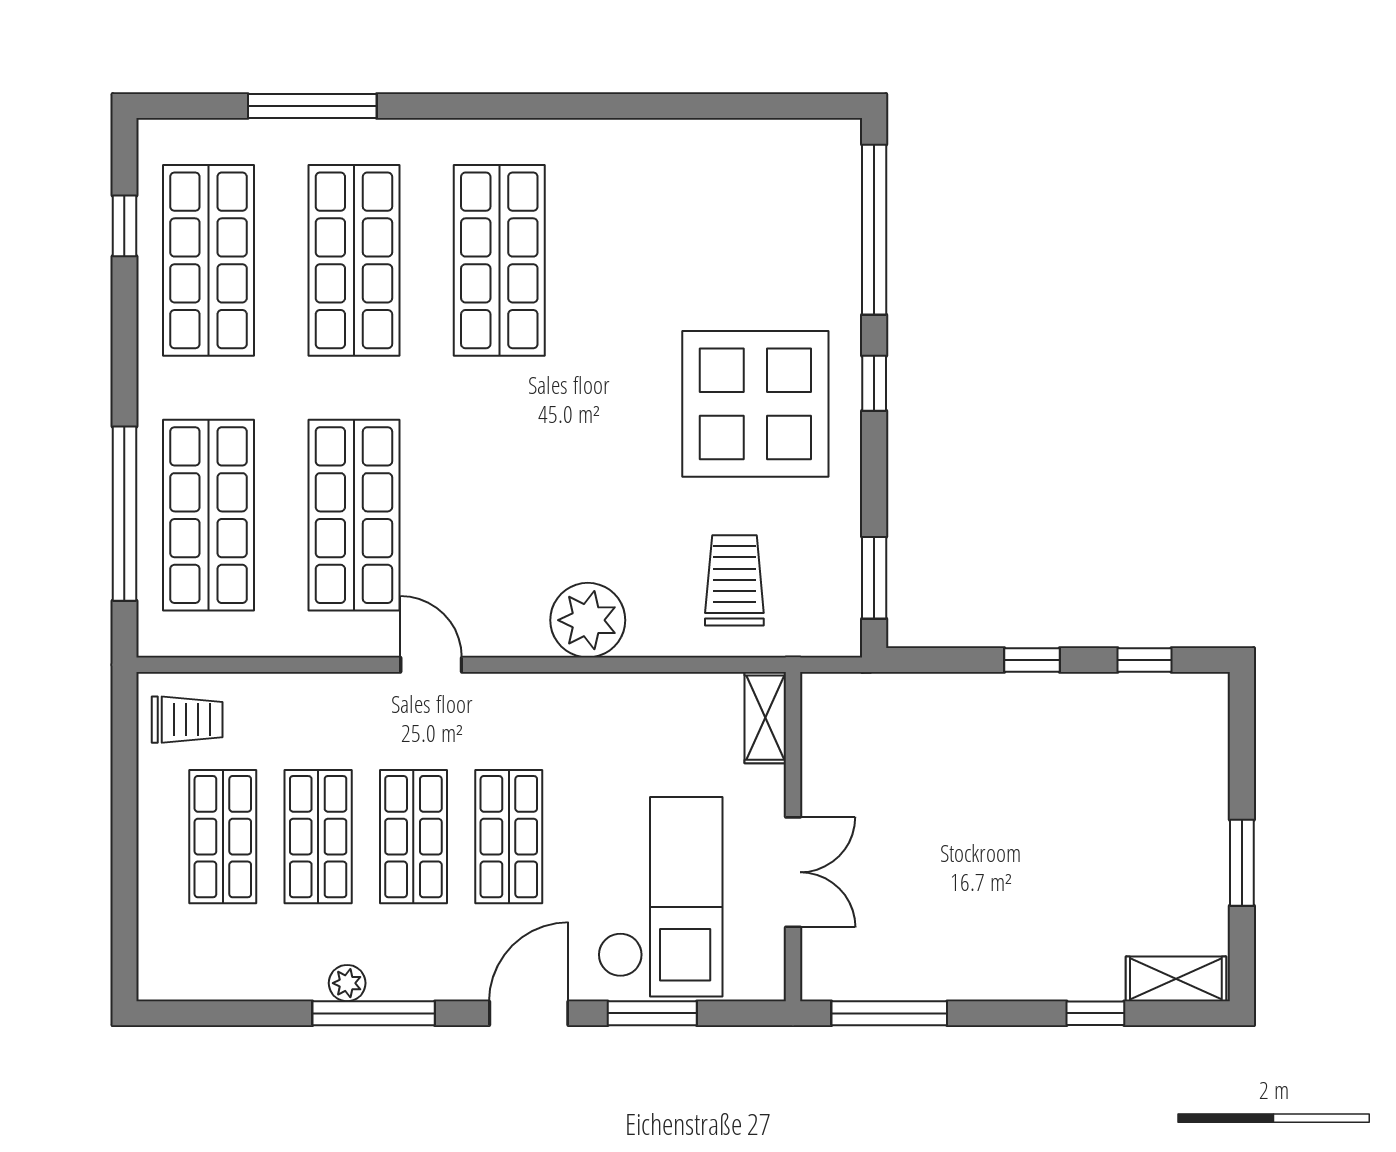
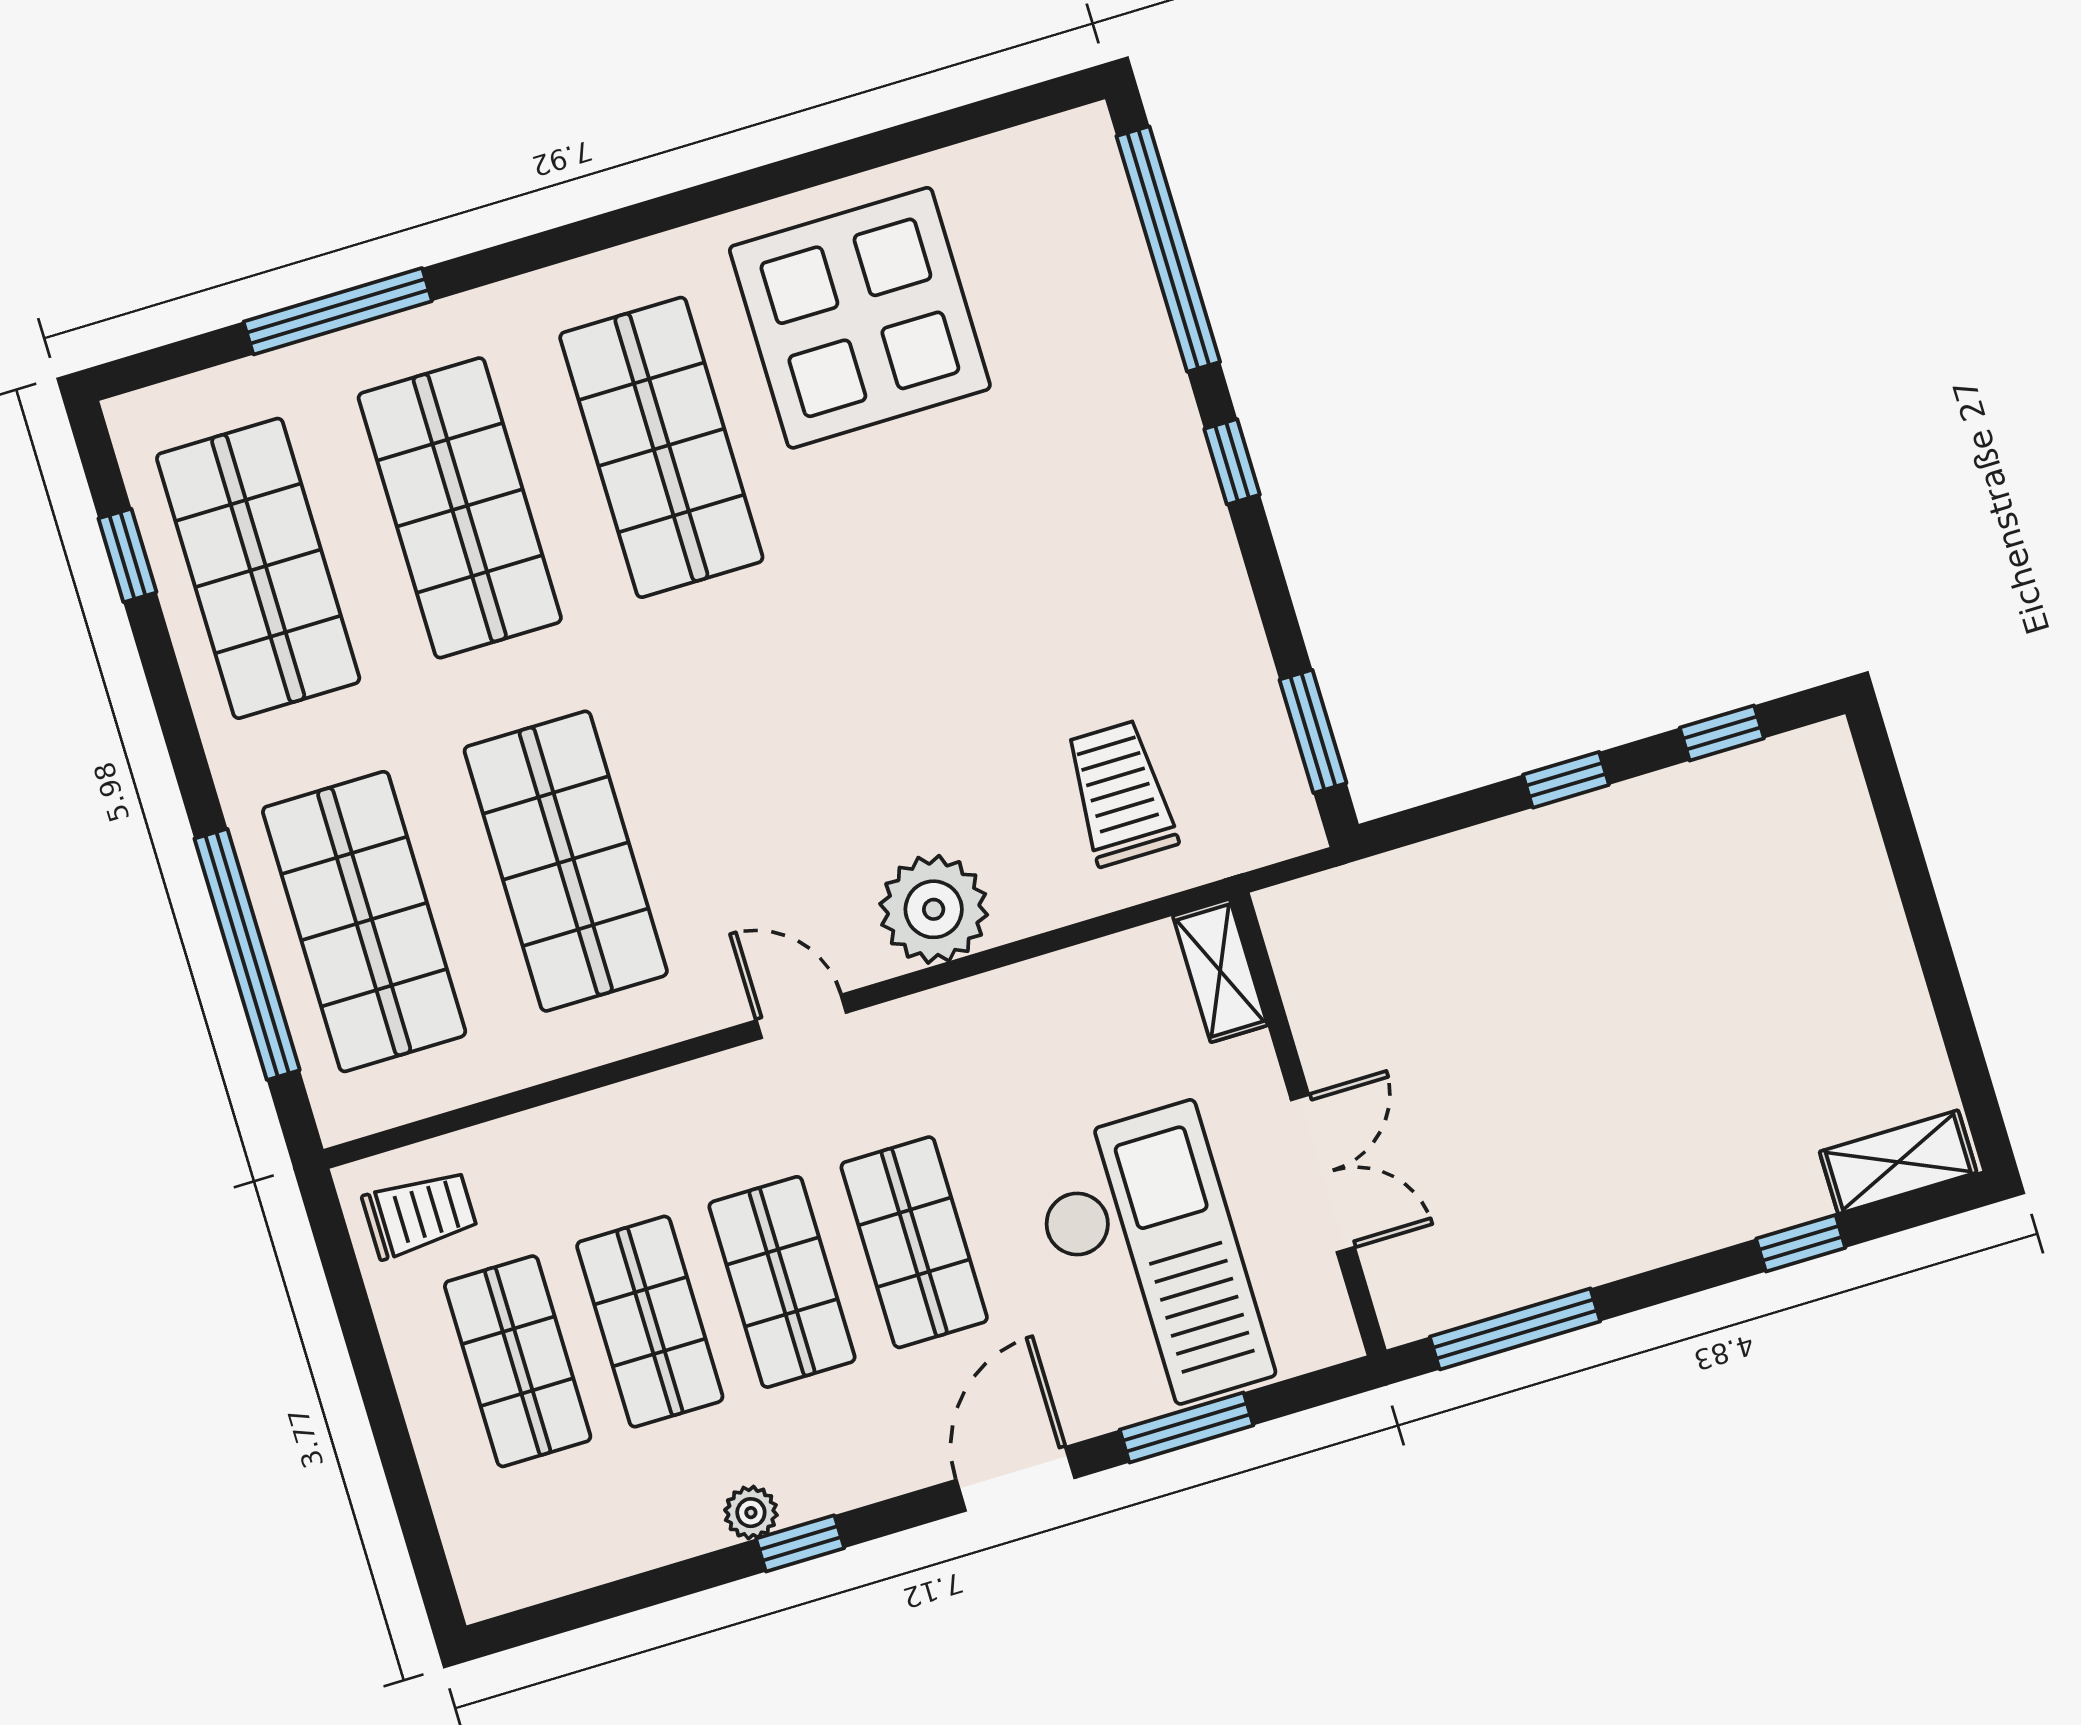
display table: (755, 404) -> (860, 318), moved
door: (431, 665) -> (801, 1016), moved
window: (1242, 863) -> (1941, 974), removed
window: (374, 1013) -> (800, 1543), width x0.46

